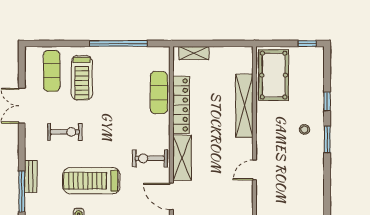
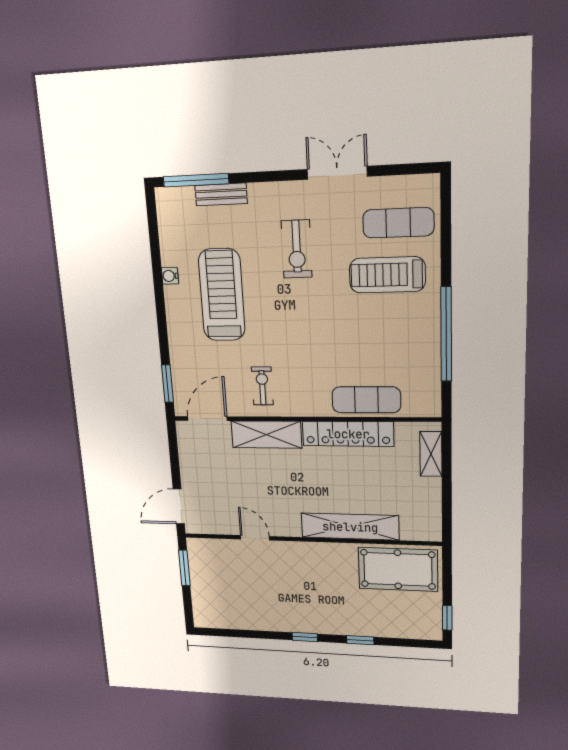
stool: (304, 129) -> (318, 608), removed
window: (327, 139) -> (305, 637), width x0.67
exercise bike: (150, 158) -> (262, 386), width x0.73, depth x0.72

